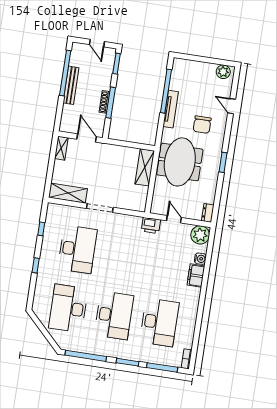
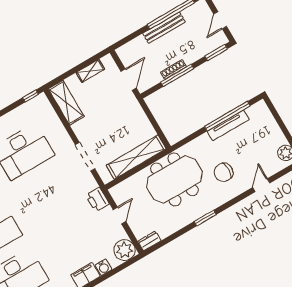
tv unit: (171, 109) -> (228, 125), moved
shelving: (61, 148) -> (90, 71), moved
shelving: (145, 167) -> (136, 157), width x1.47
doorway: (100, 208) -> (85, 157), moved
window: (41, 229) -> (30, 96), moved

